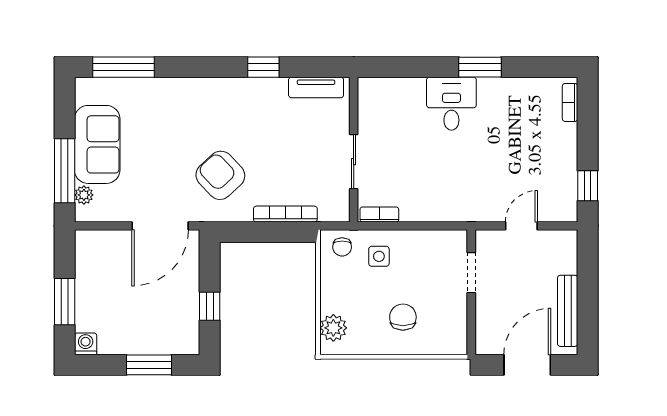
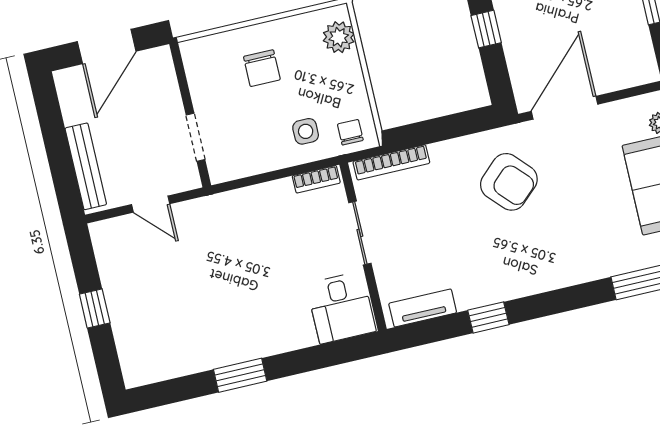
bookcase: (570, 102) -> (128, 359), removed
desk: (451, 104) -> (341, 307), moved
window: (588, 186) -> (95, 308), moved
bookcase: (285, 214) -> (391, 162), moved
door: (521, 226) -> (151, 204), hinge flipped
bench: (568, 311) -> (86, 166), moved

